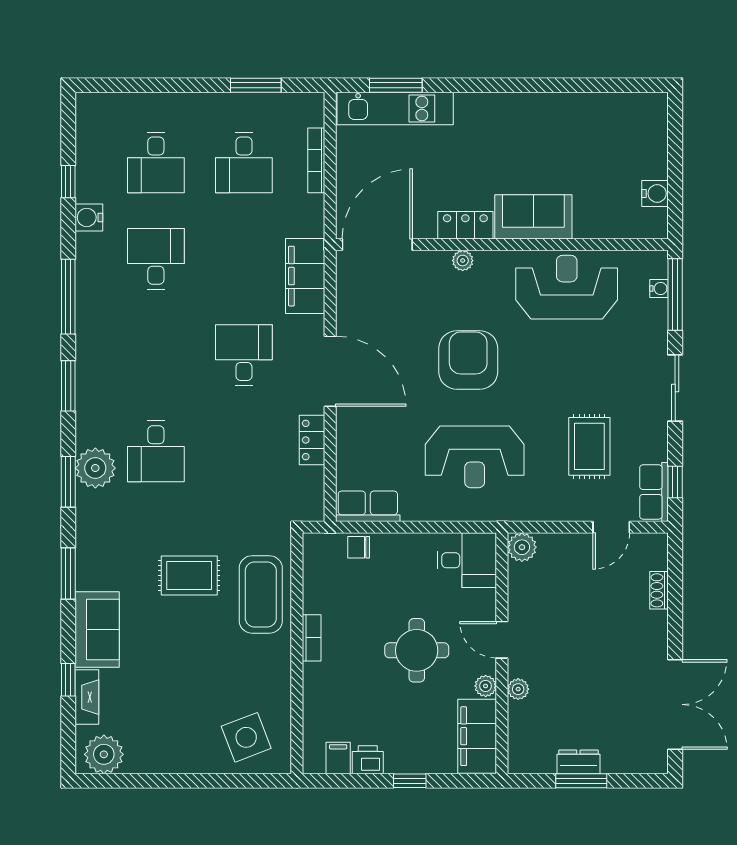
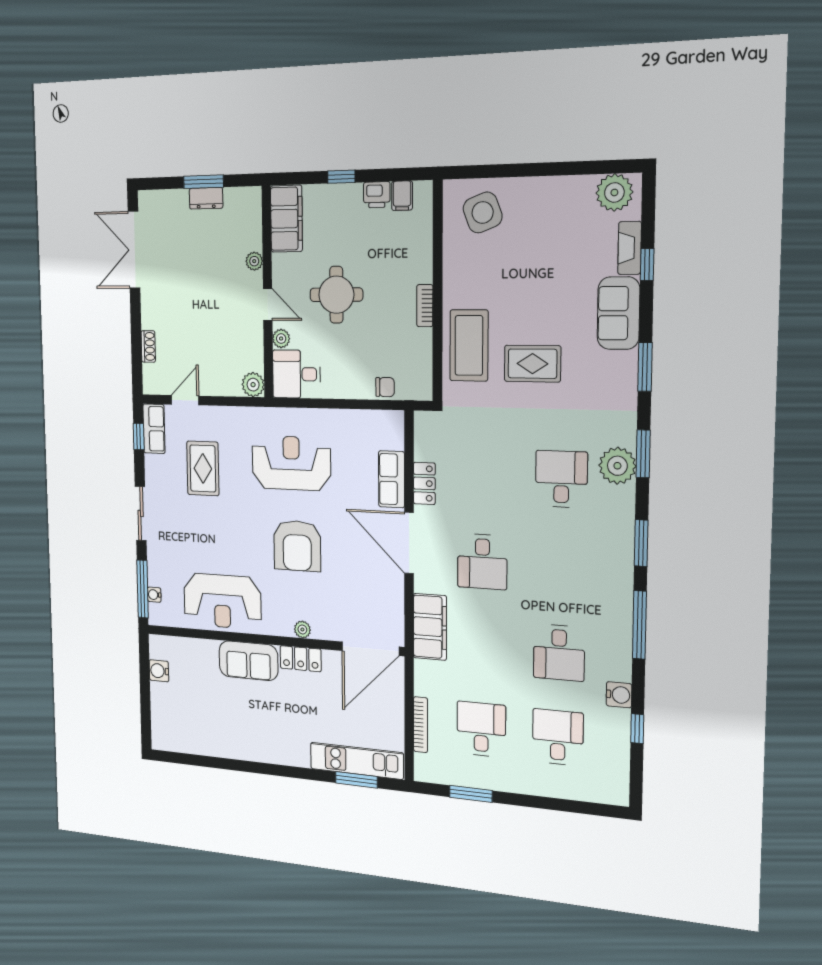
row of seats: (368, 506) -> (392, 479), moved, turned 90
plant: (486, 686) -> (281, 339), moved

